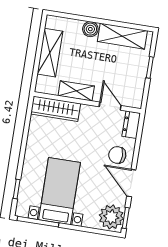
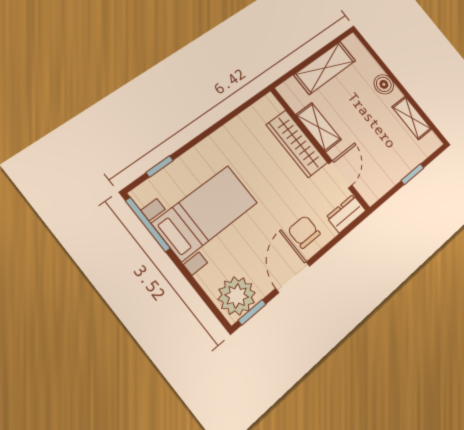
shelving: (122, 36) -> (412, 118), width x0.67, depth x0.75
wardrobe: (56, 109) -> (297, 144), moved

